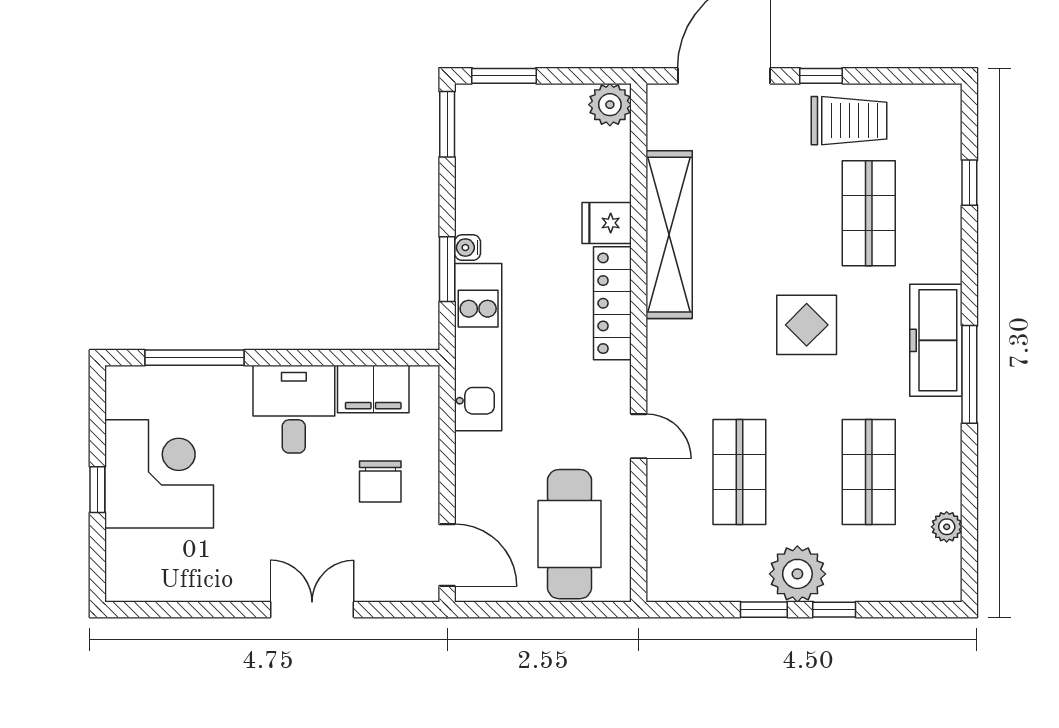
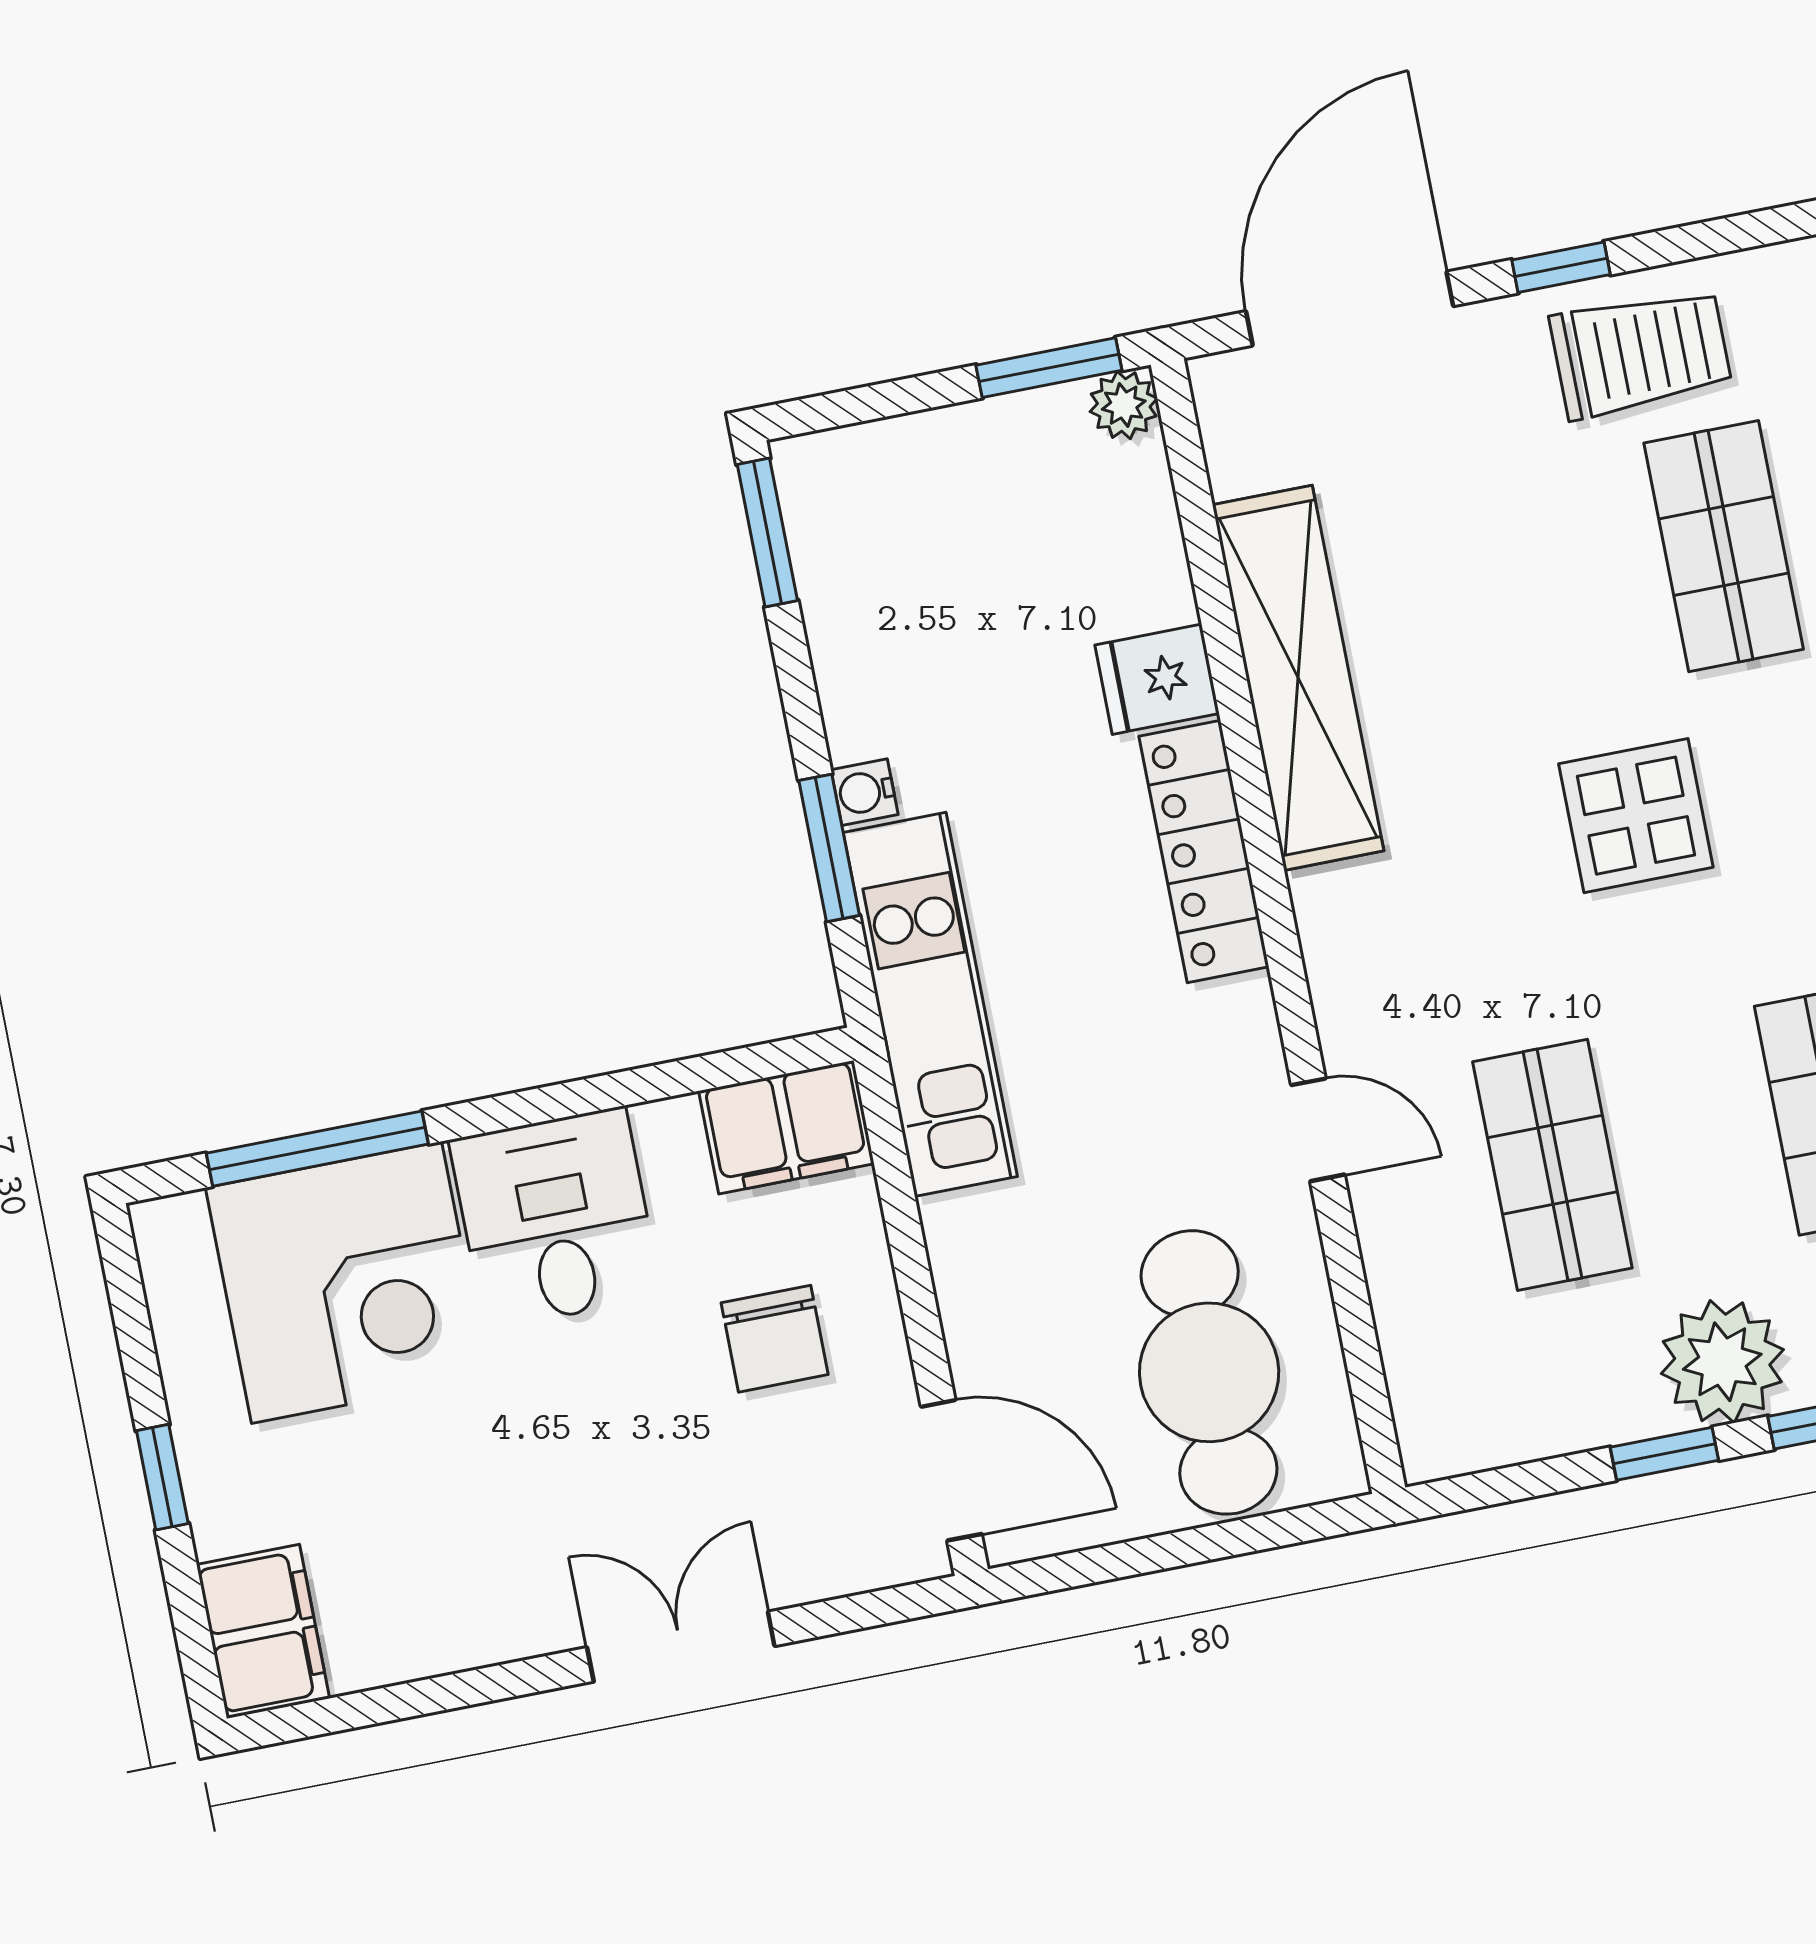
window: (504, 76) -> (1049, 368), moved
plant: (610, 105) -> (1124, 405), width x0.73, depth x0.73
filing cabinet: (373, 389) -> (786, 1127), moved
corner desk: (159, 474) -> (347, 1282), moved, turned 90
filing cabinet: (129, 567) -> (263, 1631), added

